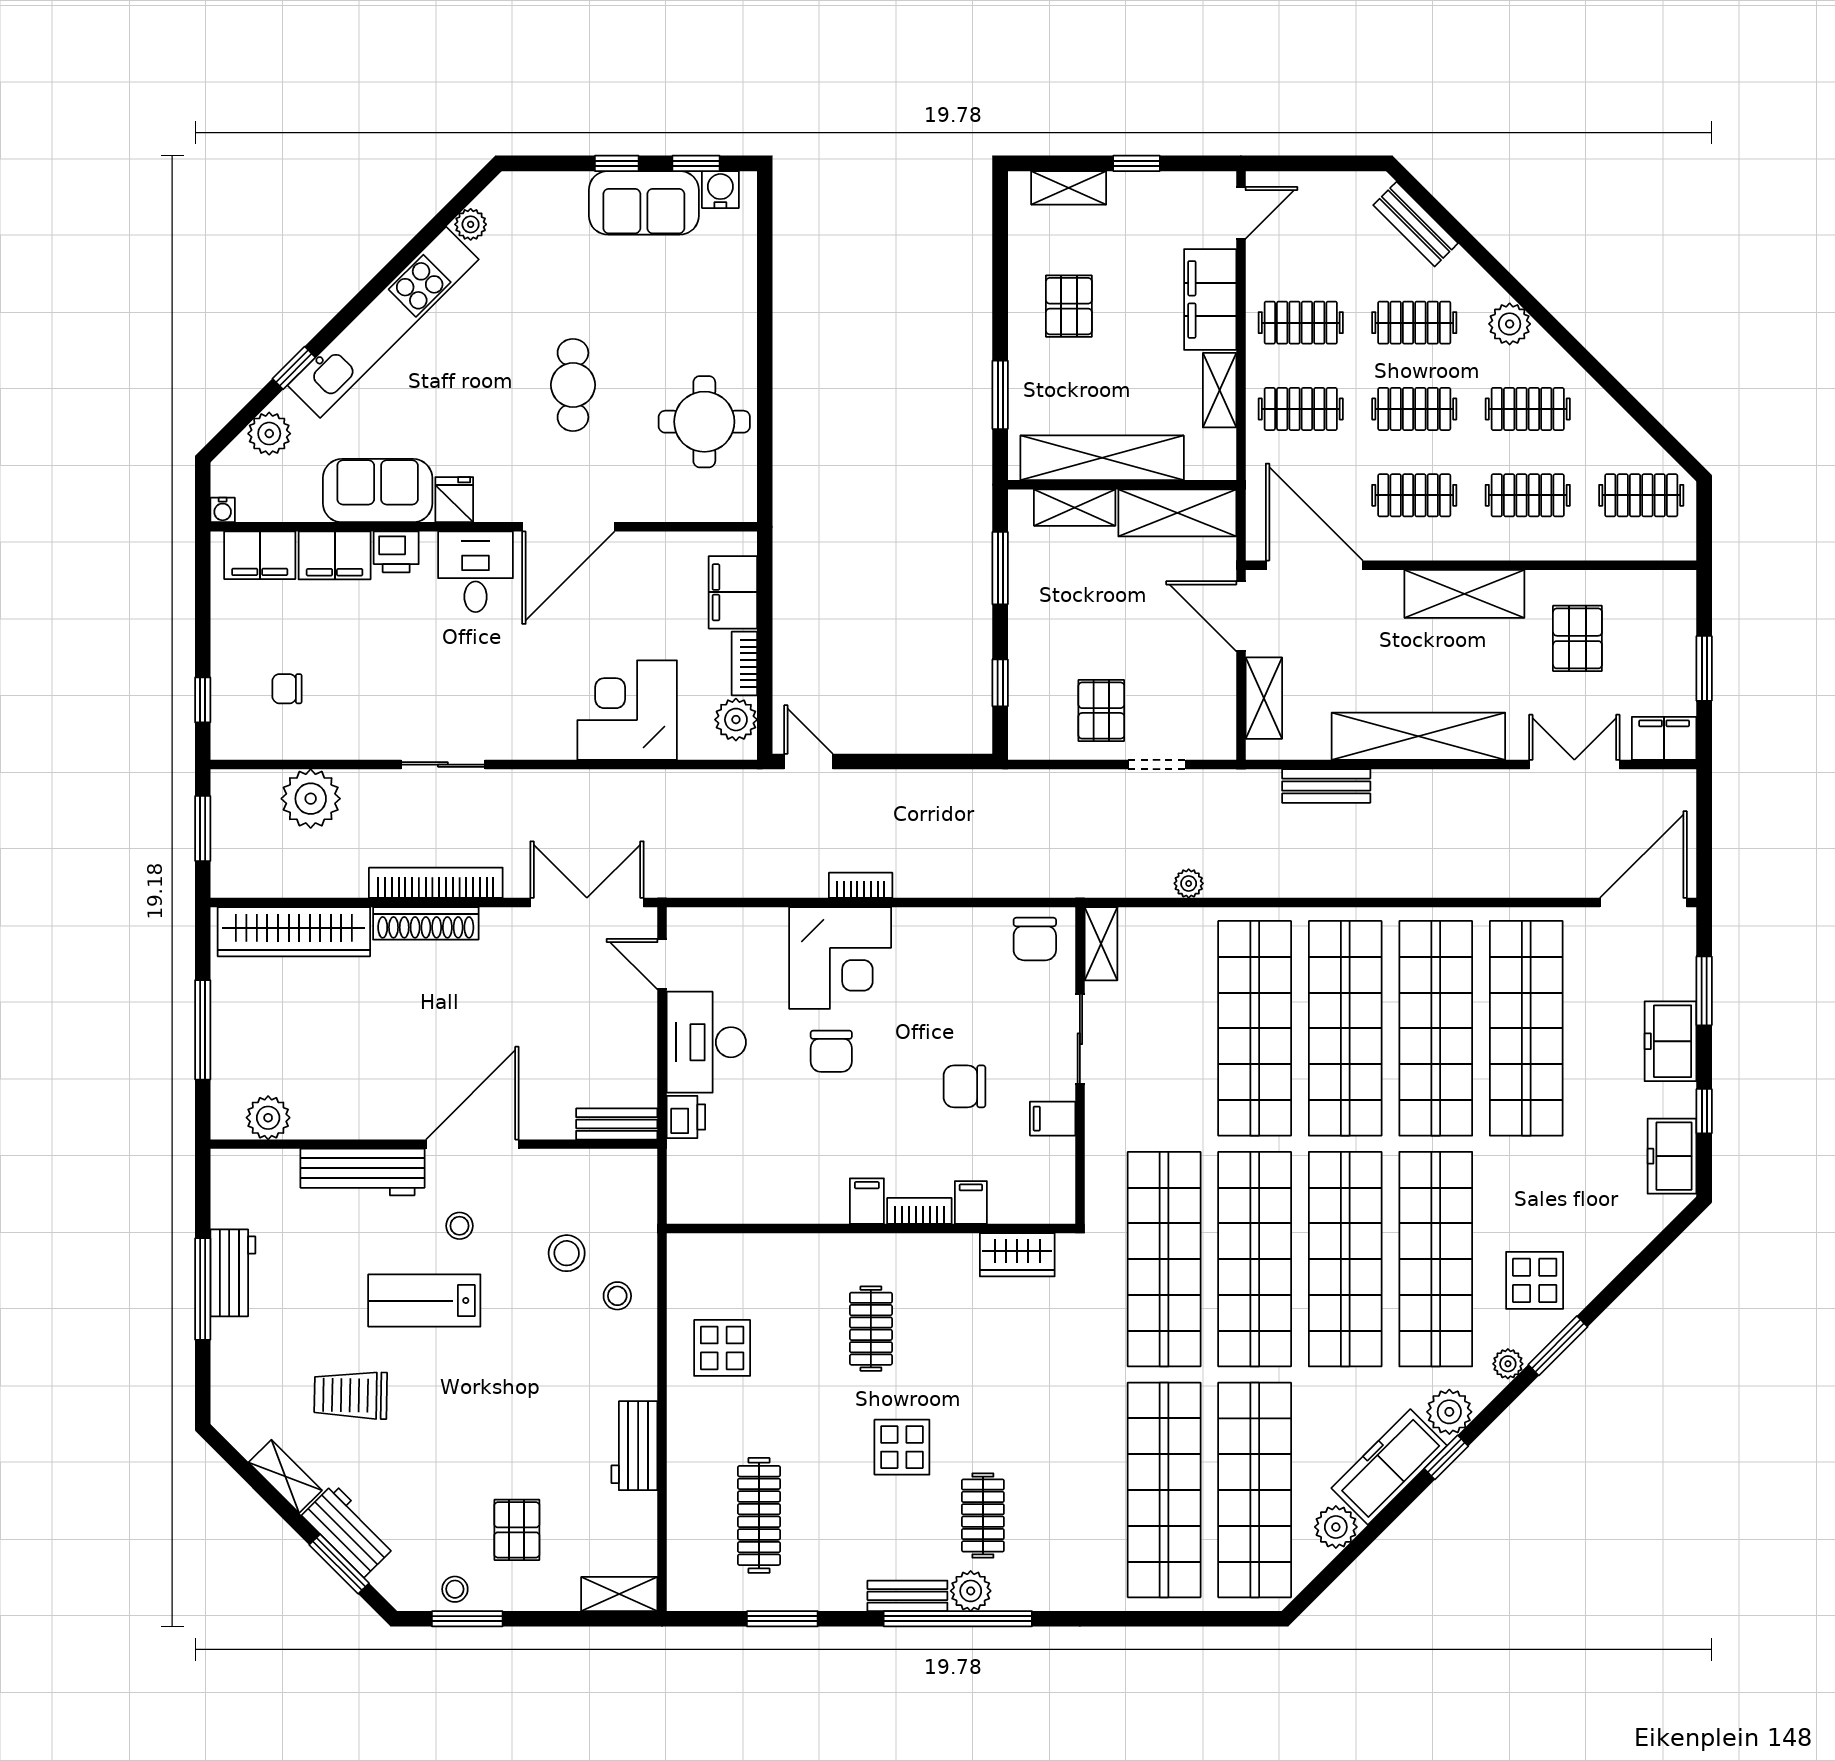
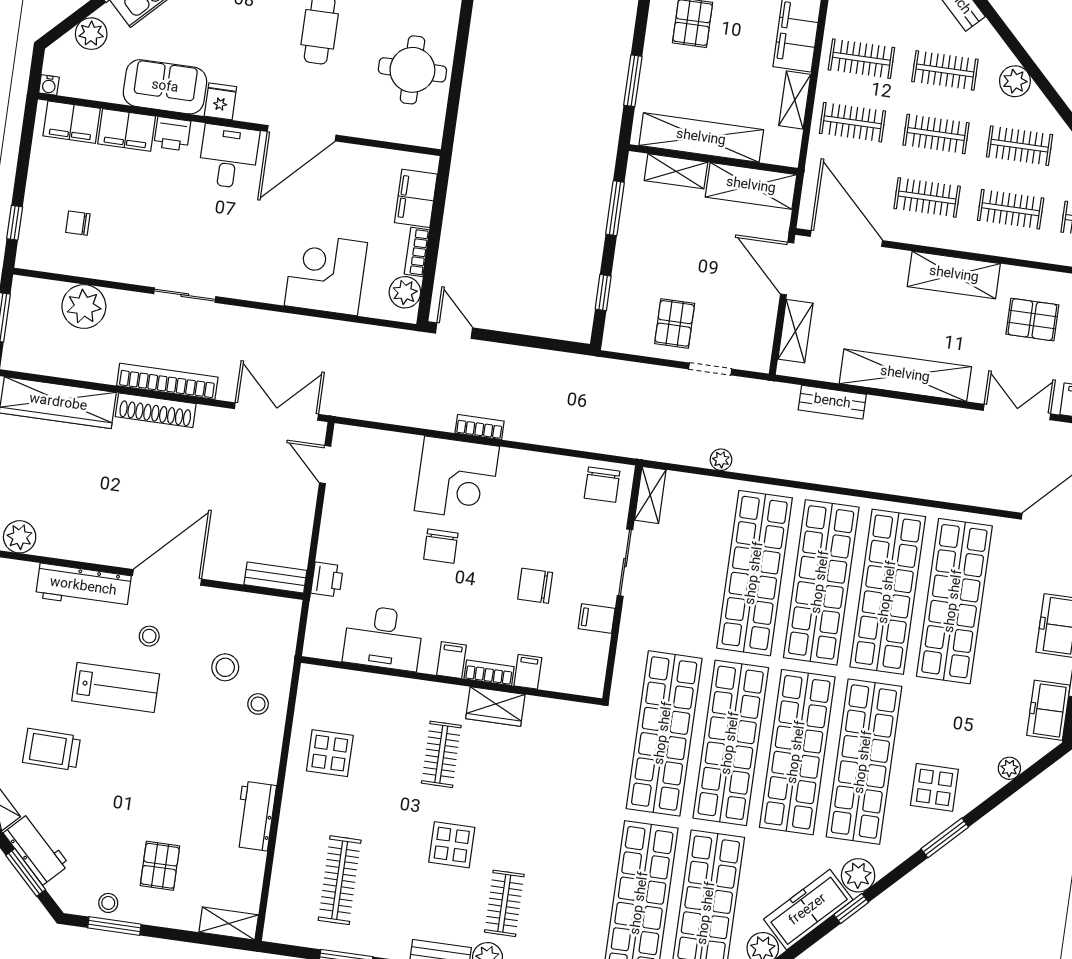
pallet: (1577, 638) -> (1032, 320), turned 90
desk: (706, 1042) -> (383, 638), moved, turned -90
wardrobe: (1017, 1255) -> (495, 706), moved
lab bench: (424, 1301) -> (116, 687), turned 180
plant: (1508, 1364) -> (1009, 768), moved

